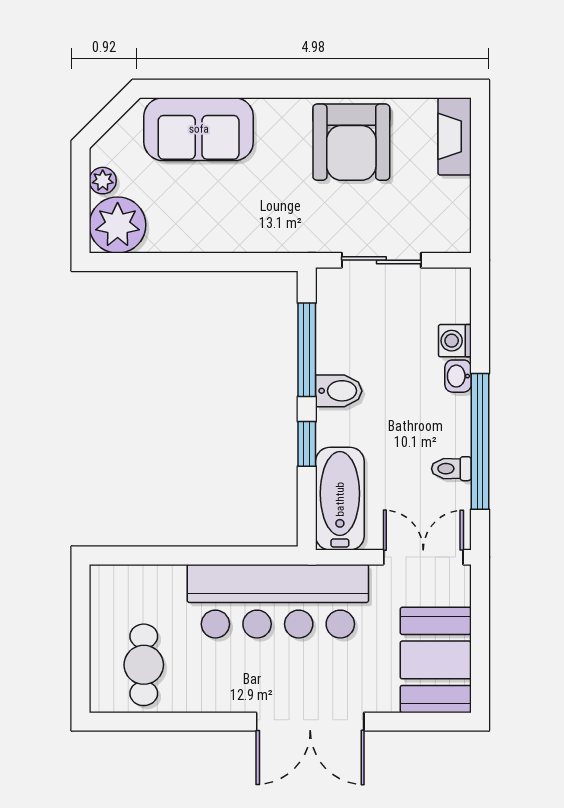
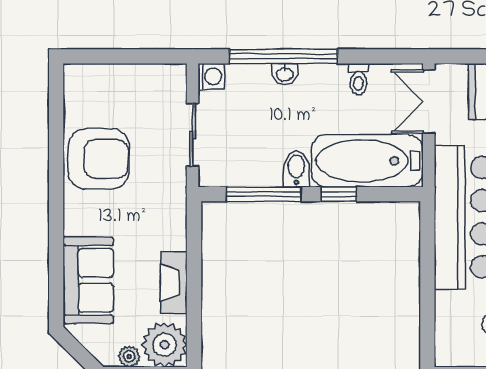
fireplace: (455, 136) -> (174, 283), moved, turned 90
washing machine: (455, 341) -> (211, 76), moved, turned -90
window: (480, 441) -> (283, 56), moved
bathtub: (340, 499) -> (367, 161), width x1.36, depth x1.36

